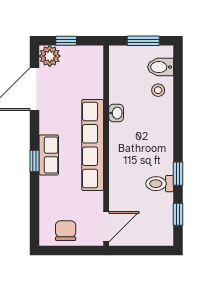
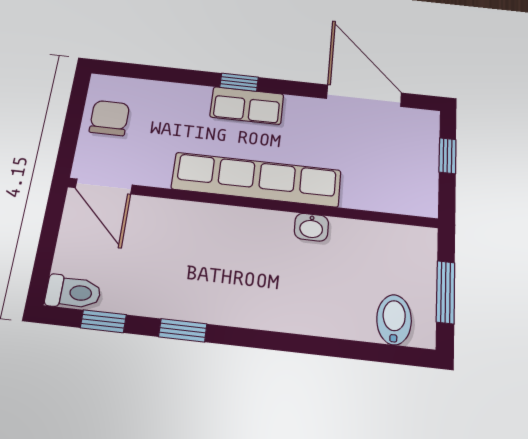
plant: (50, 56) -> (421, 126), removed
stool: (158, 90) -> (349, 310), removed
toilet: (160, 184) -> (73, 292), moved, turned 90
chair: (66, 231) -> (109, 118), turned -90

